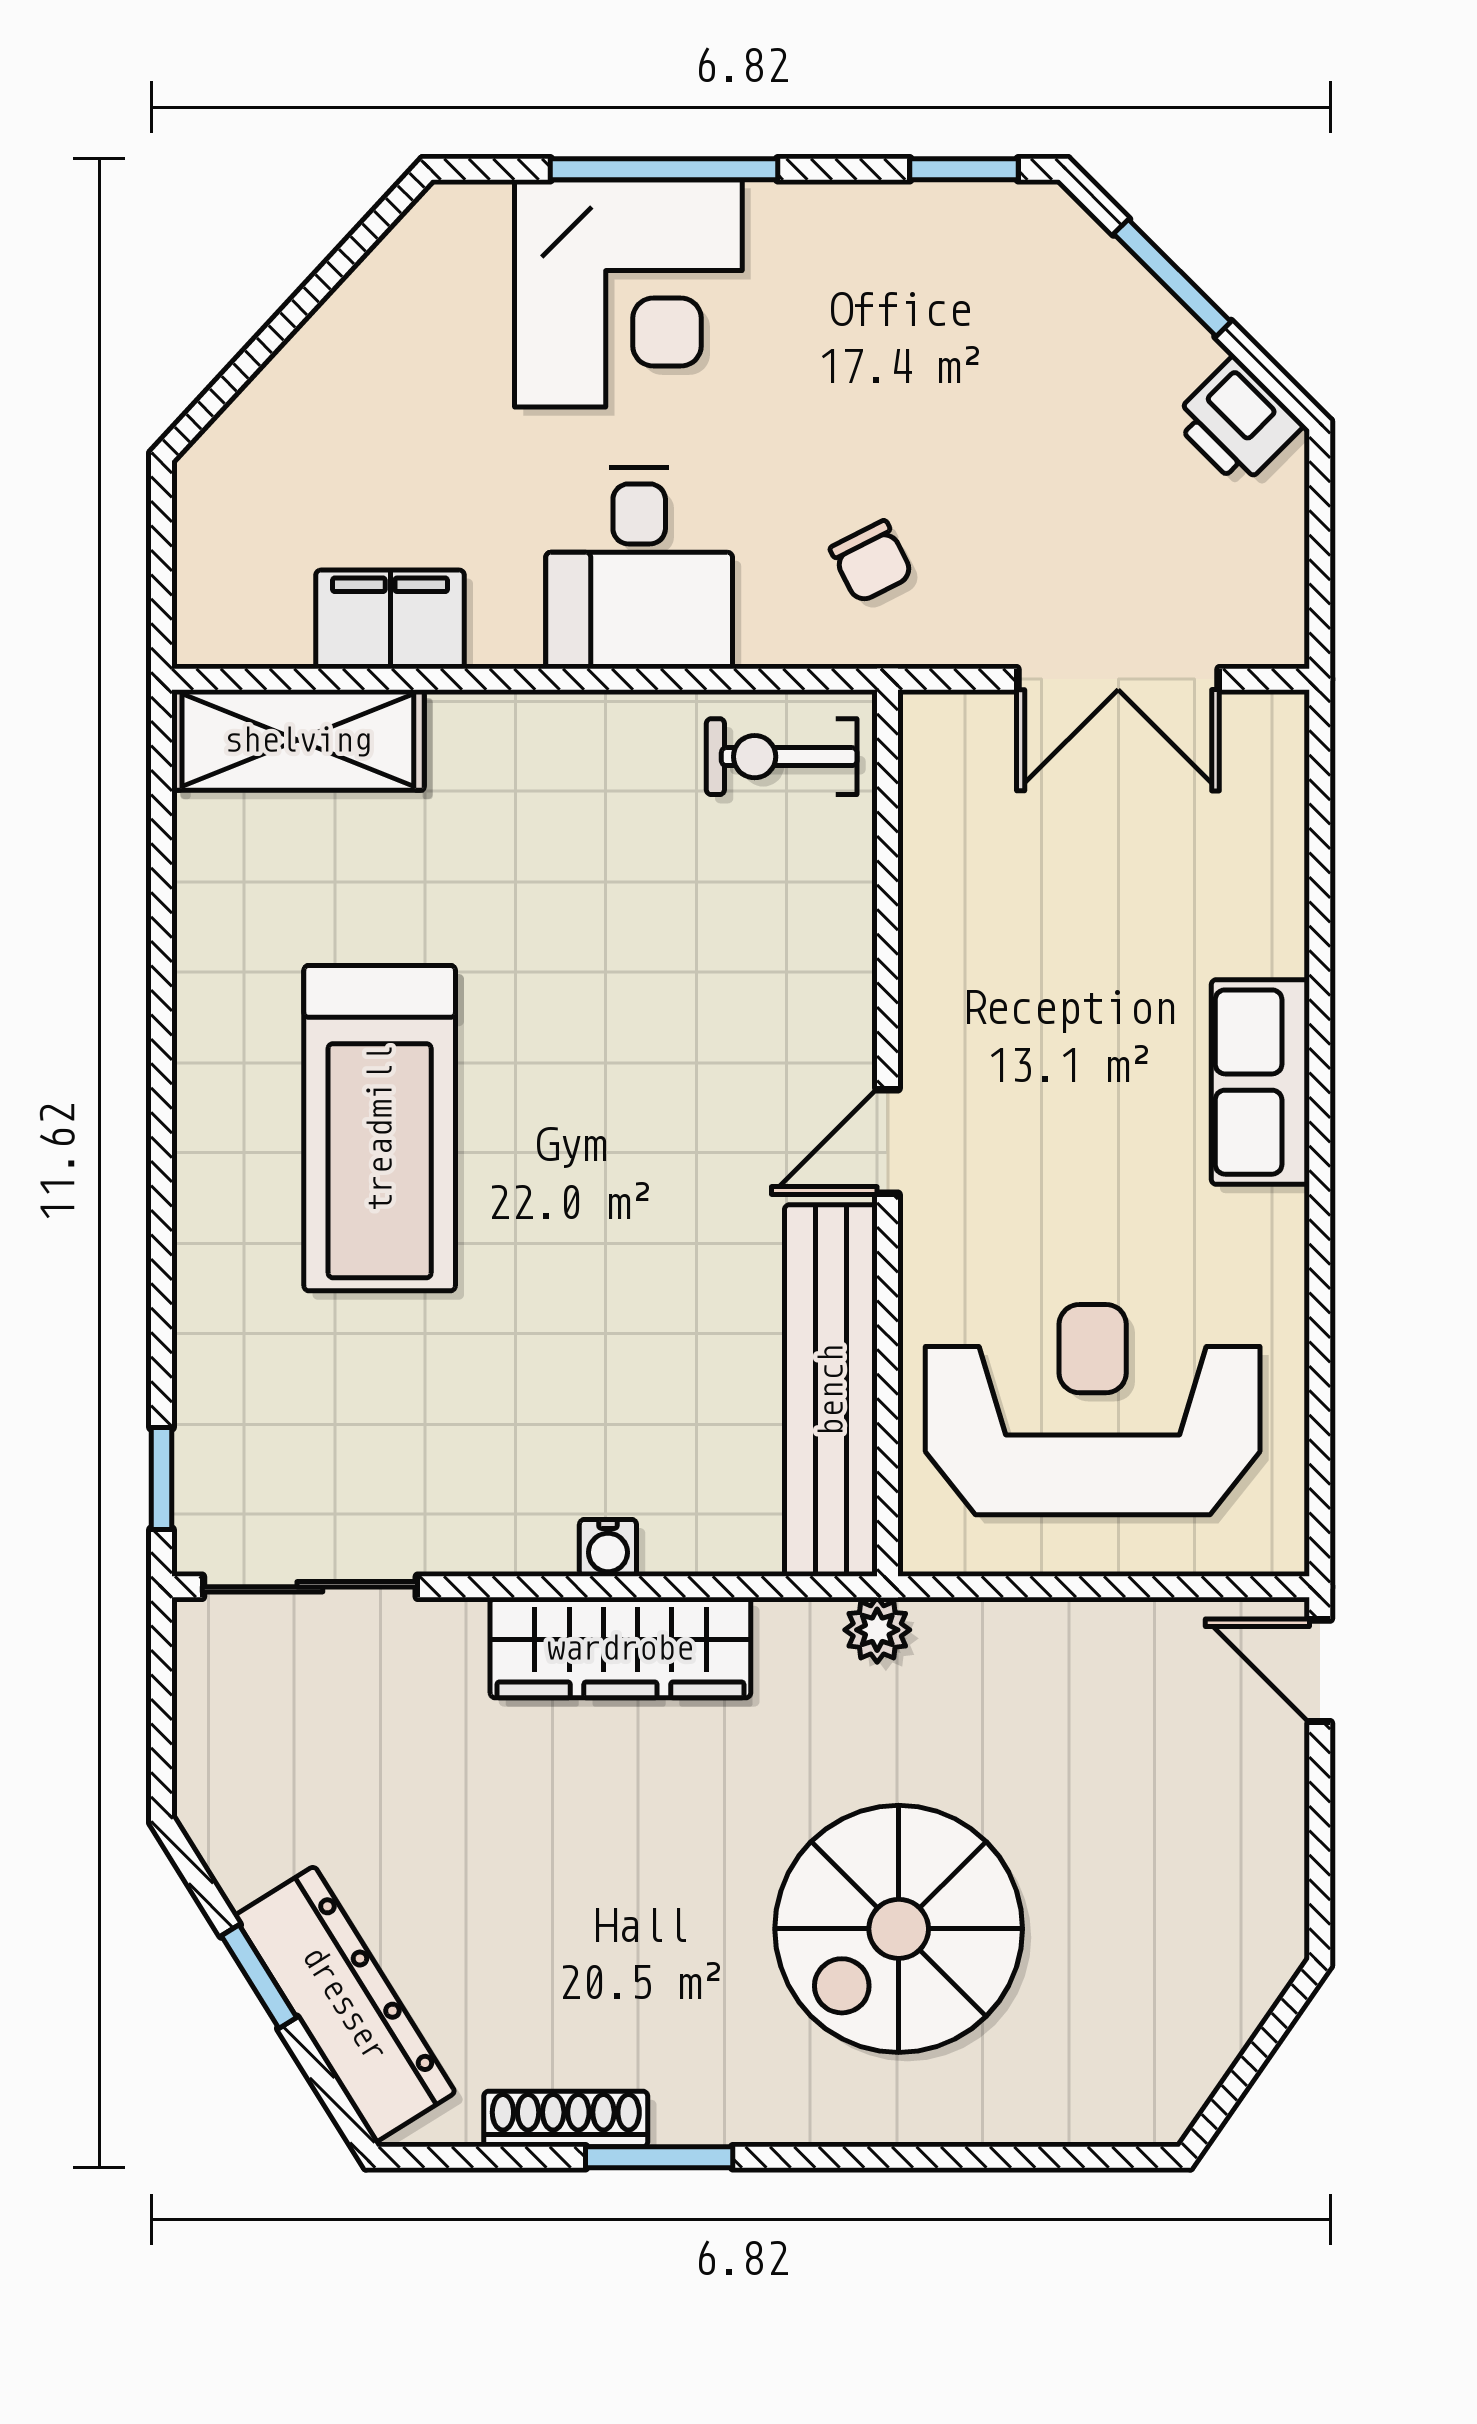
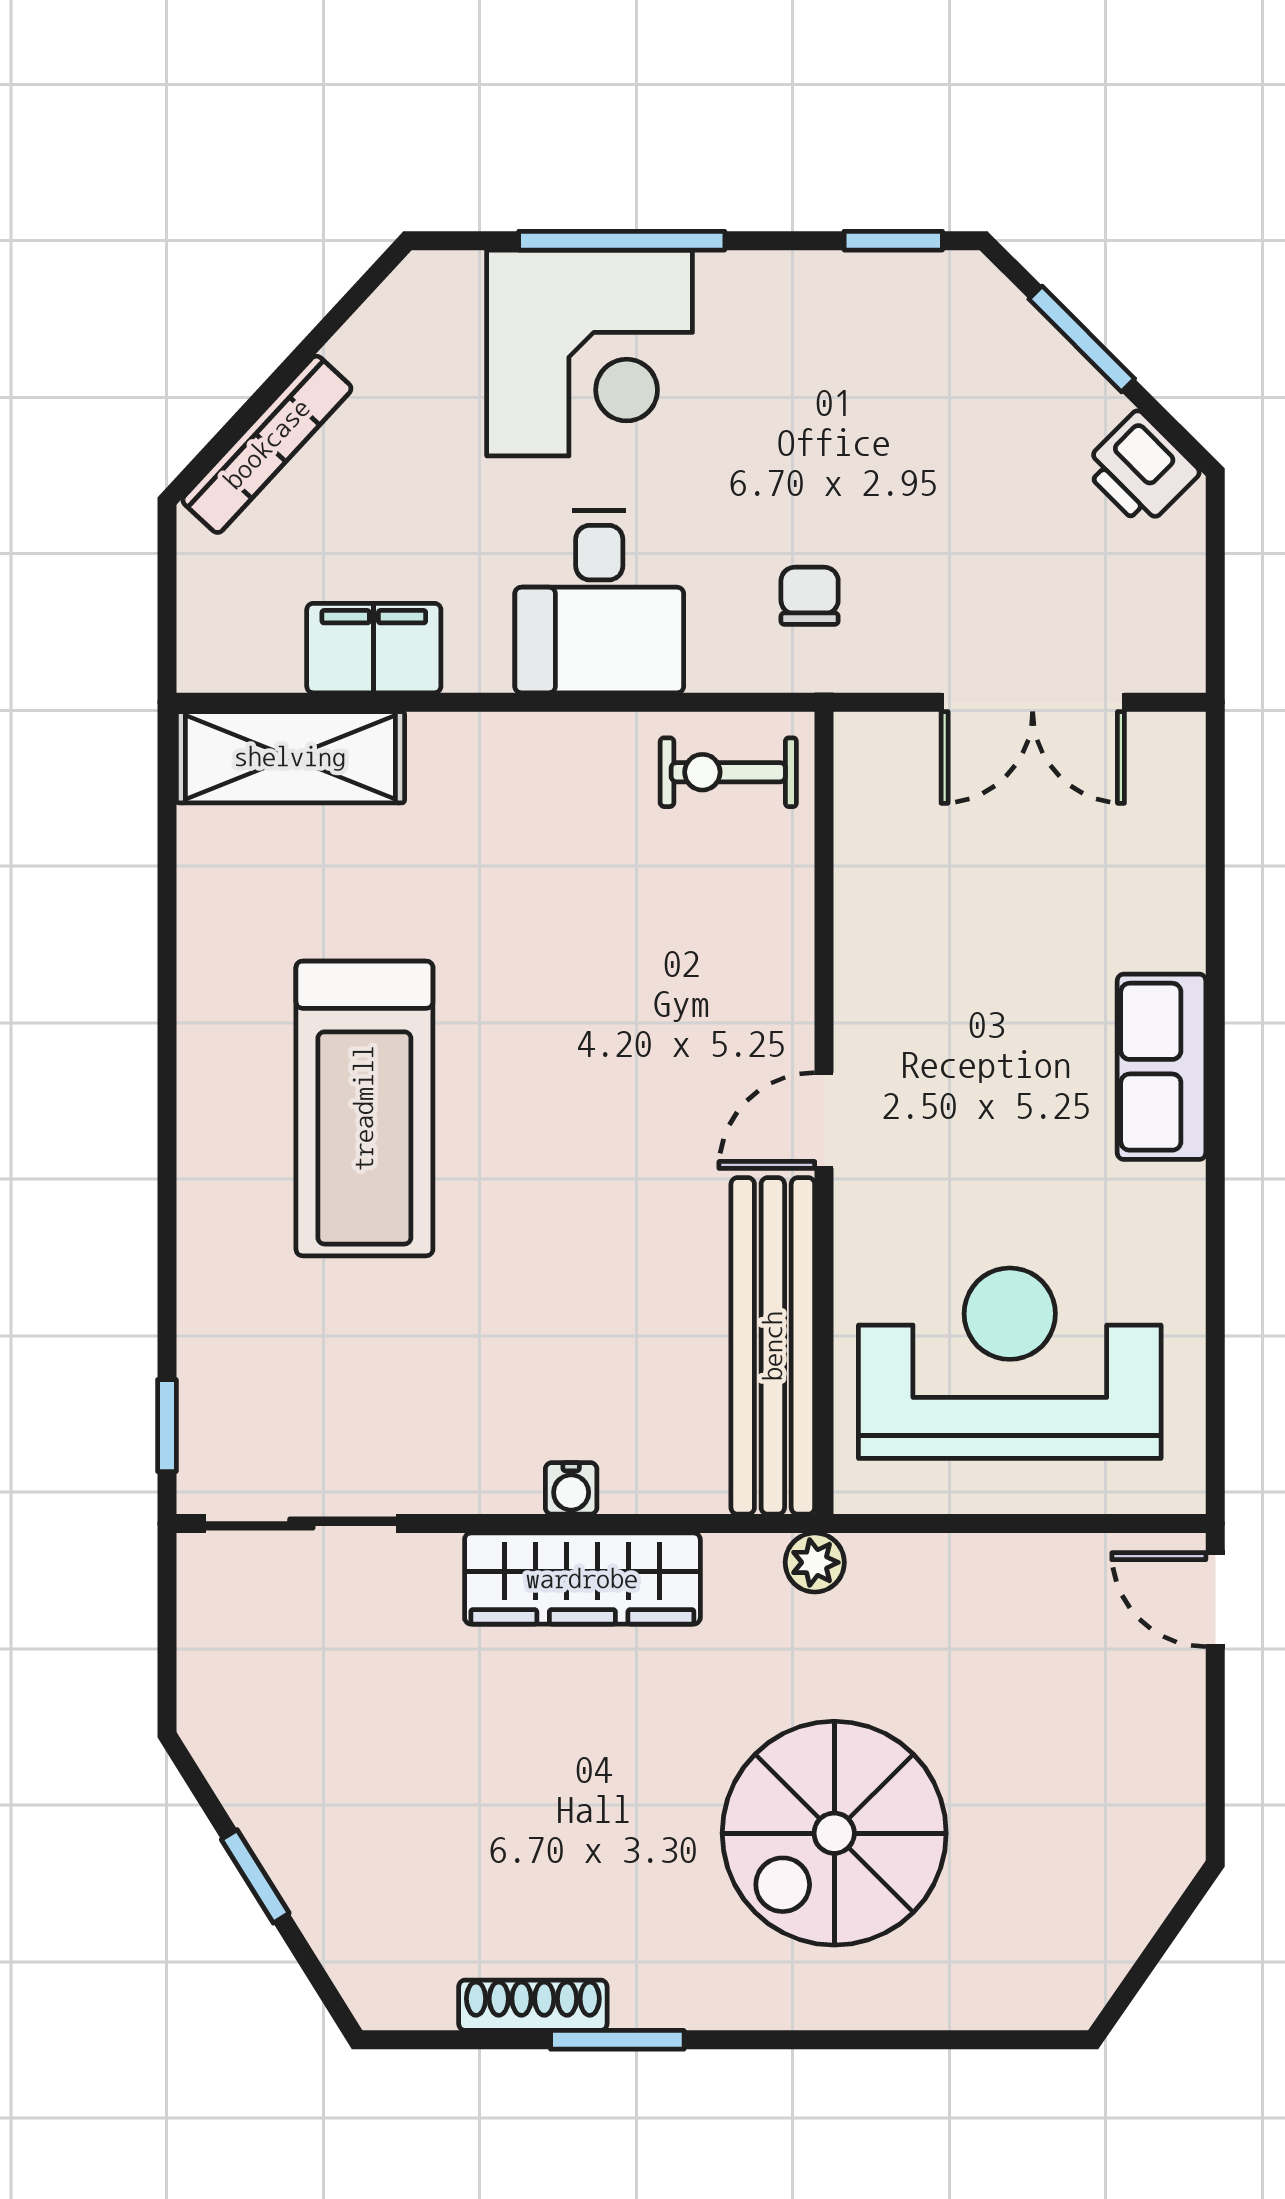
bookcase: (272, 394) -> (267, 444), added
chair: (871, 562) -> (810, 596), turned -153
dresser: (345, 2004) -> (333, 1901), removed

